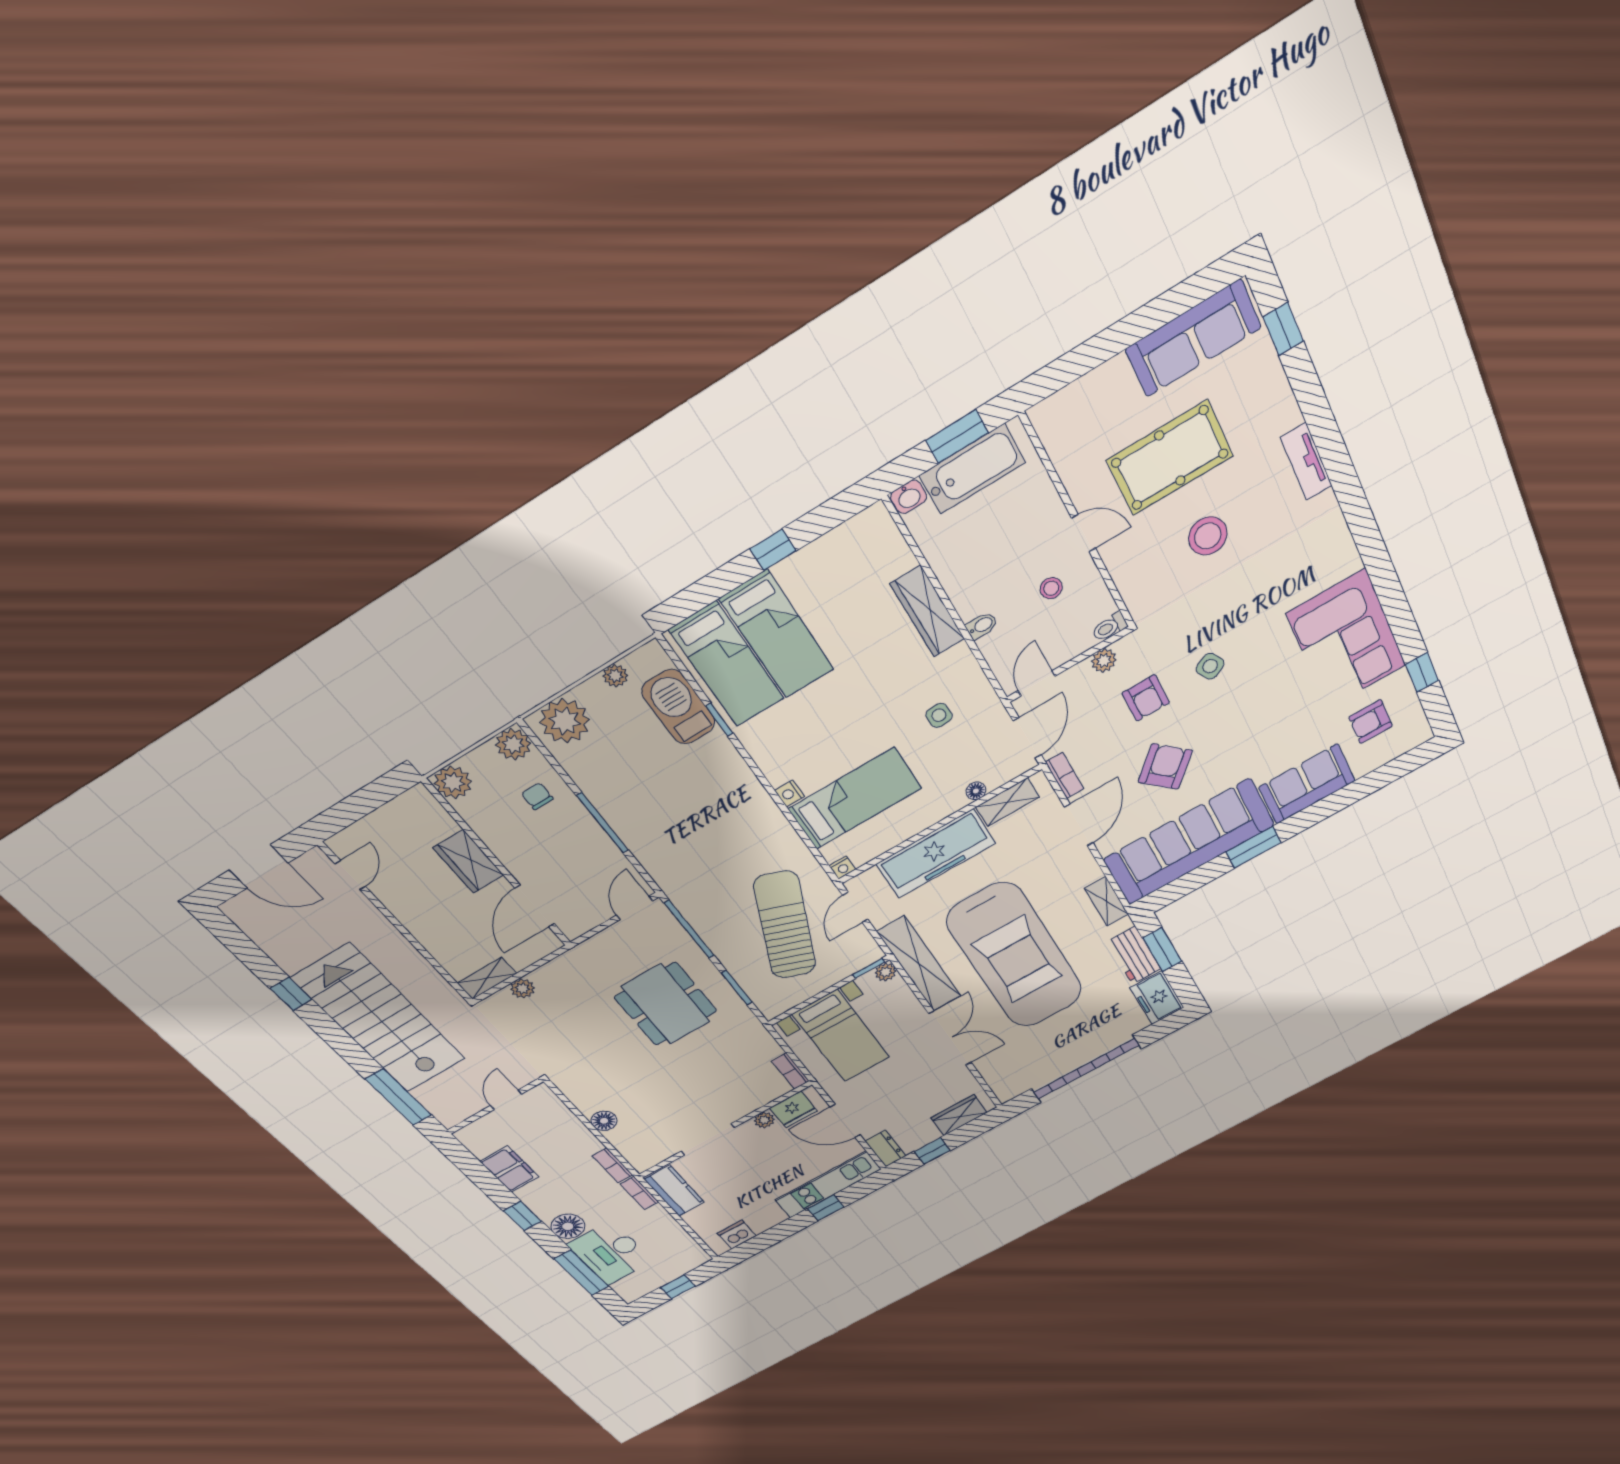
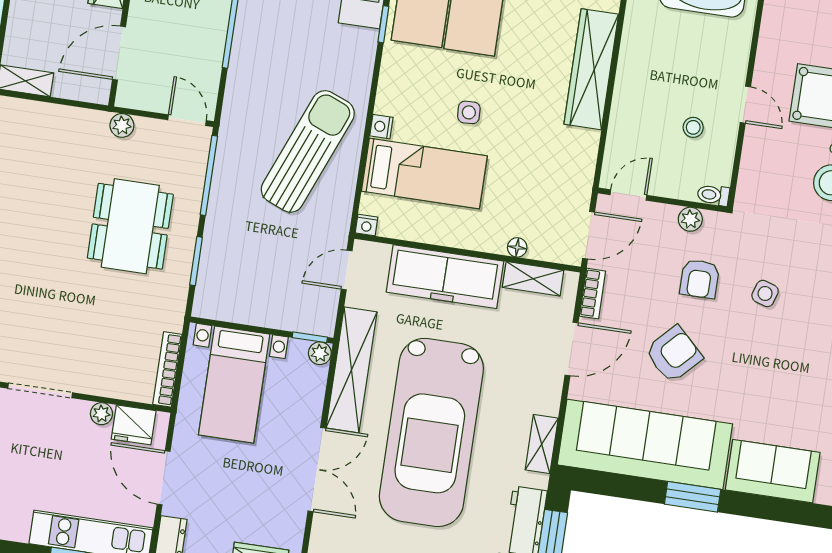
wardrobe: (928, 611) -> (591, 69), width x1.40, depth x1.17
bidet: (982, 626) -> (623, 114), removed
side table: (1210, 666) -> (765, 293), turned 45
side table: (939, 715) -> (469, 112), moved
door: (634, 908) -> (187, 120), hinge flipped
sun lounger: (785, 925) -> (308, 151), moved
plant: (522, 988) -> (122, 125), moved
bookcase: (790, 1071) -> (167, 369), width x1.56

